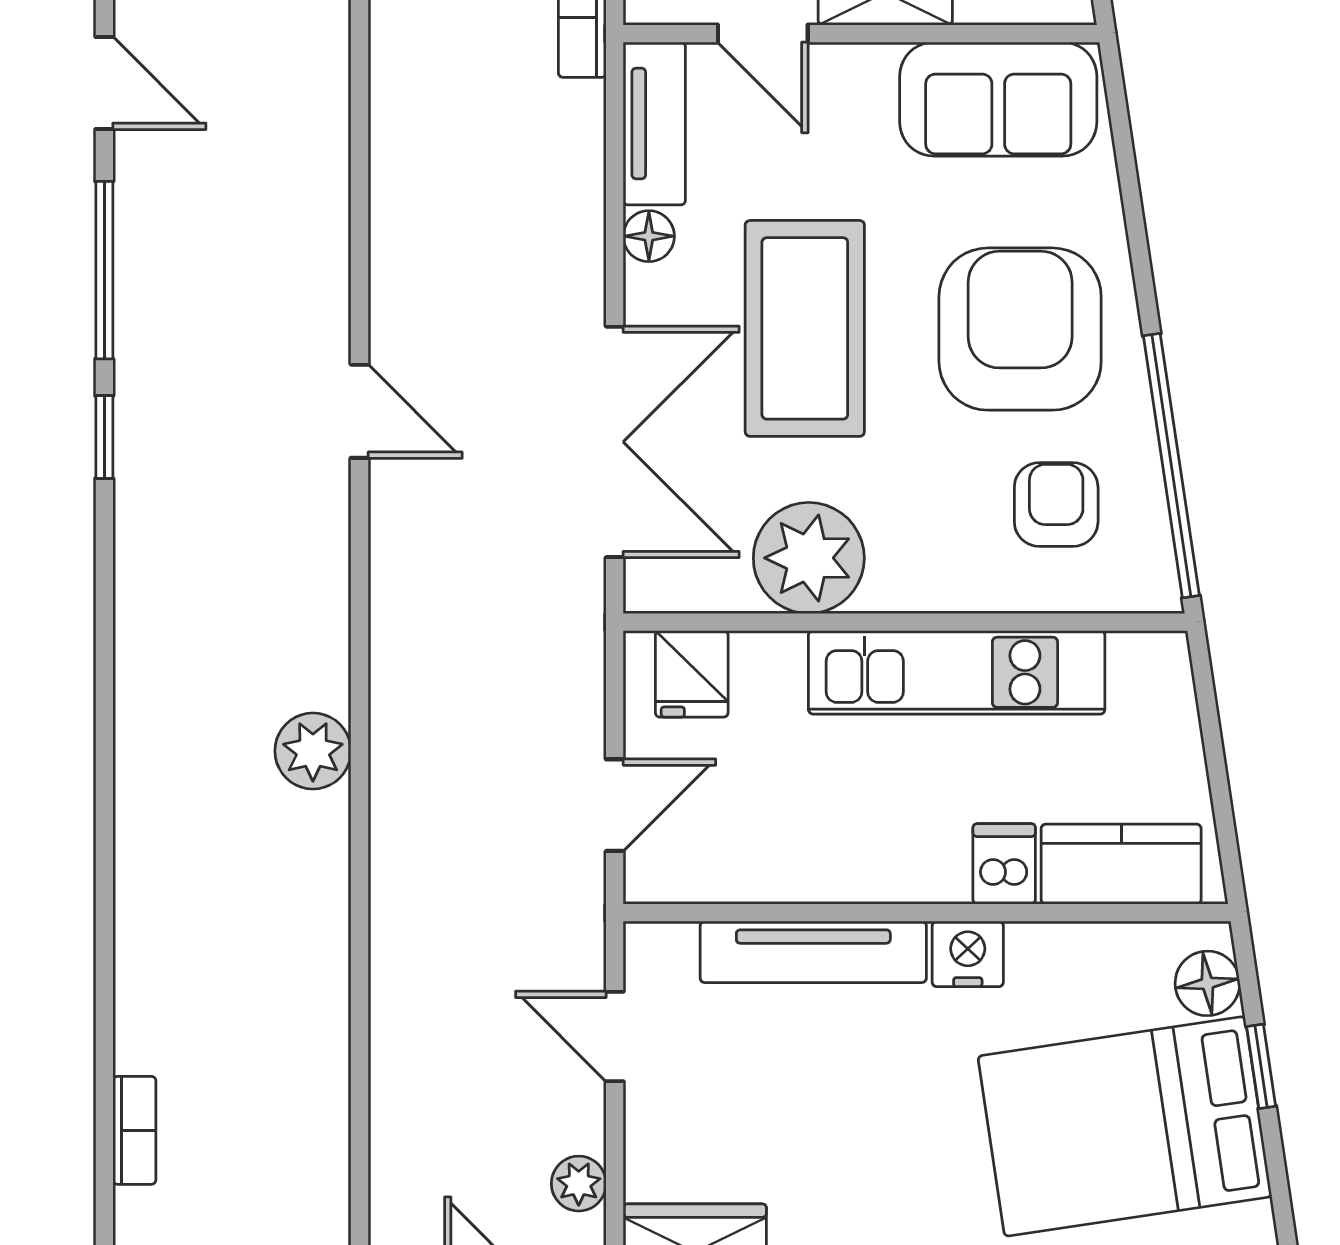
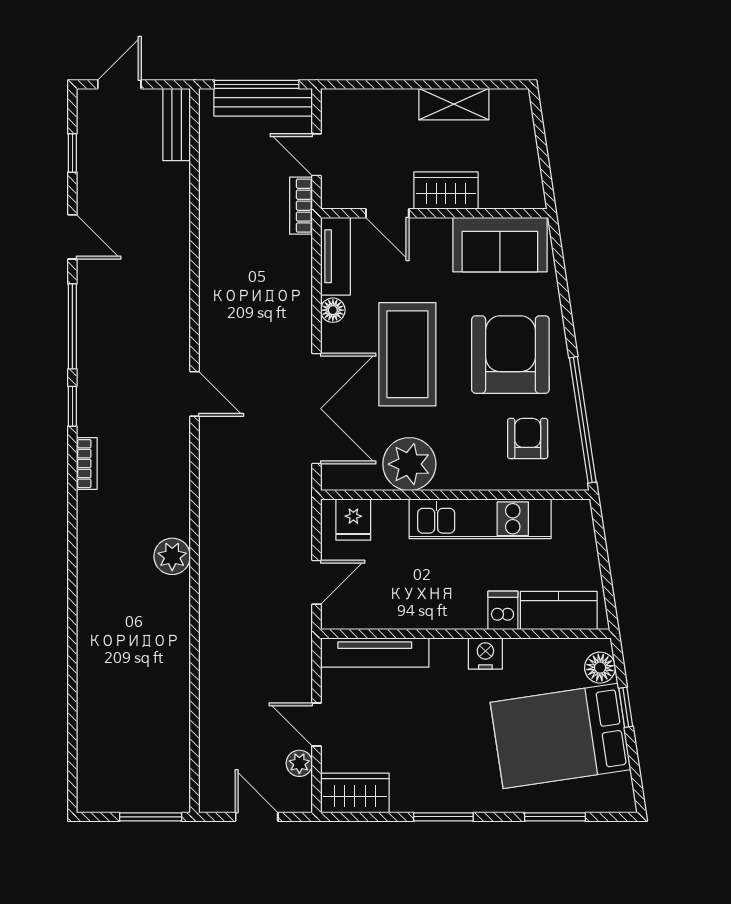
tv unit: (813, 952) -> (375, 652), moved
door: (615, 1036) -> (317, 724), moved
bookcase: (134, 1130) -> (87, 464), moved

